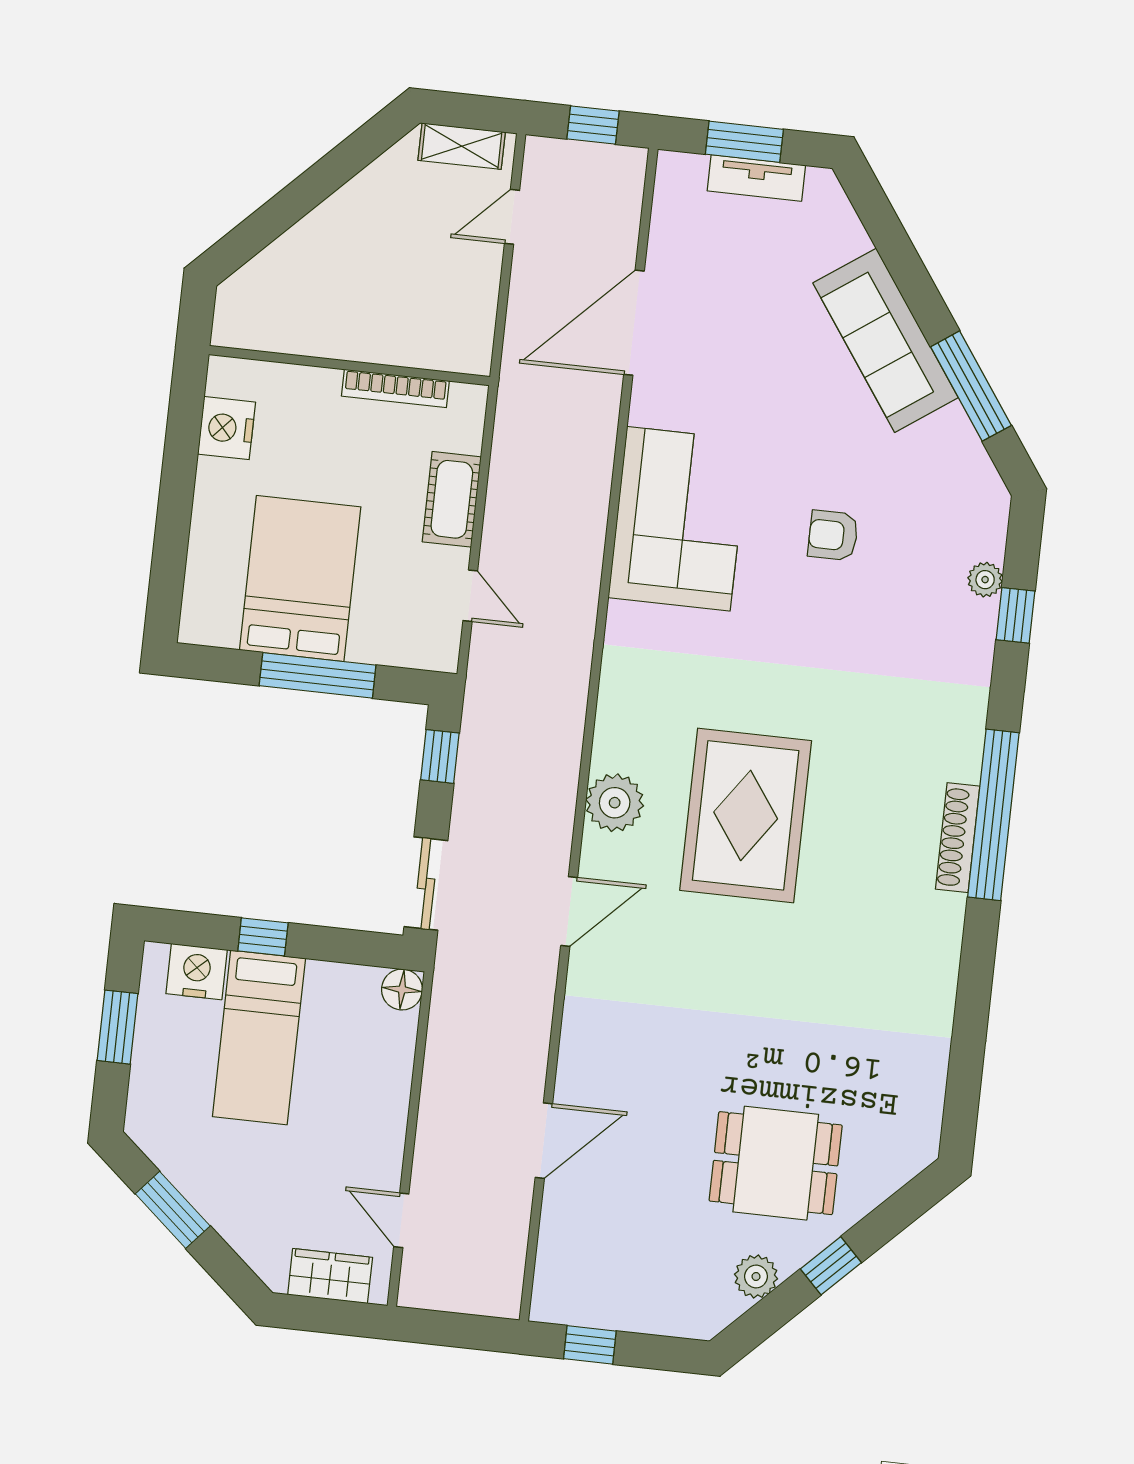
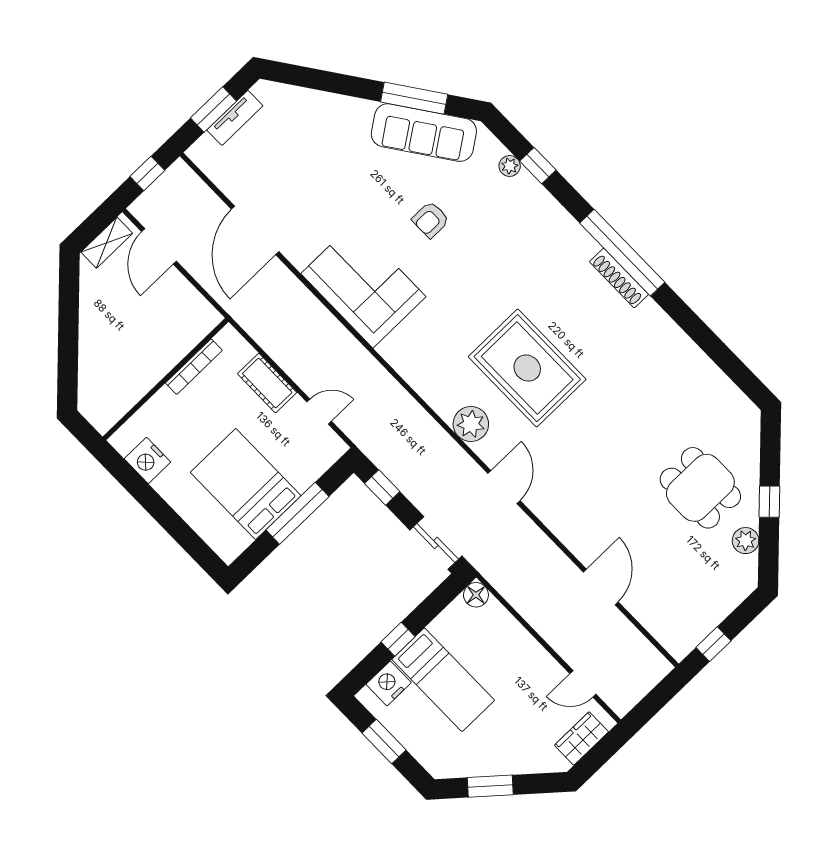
door: (512, 217) -> (159, 246), width x1.38
sofa: (886, 340) -> (424, 133), moved
dining table: (776, 1163) -> (700, 488), turned 90

